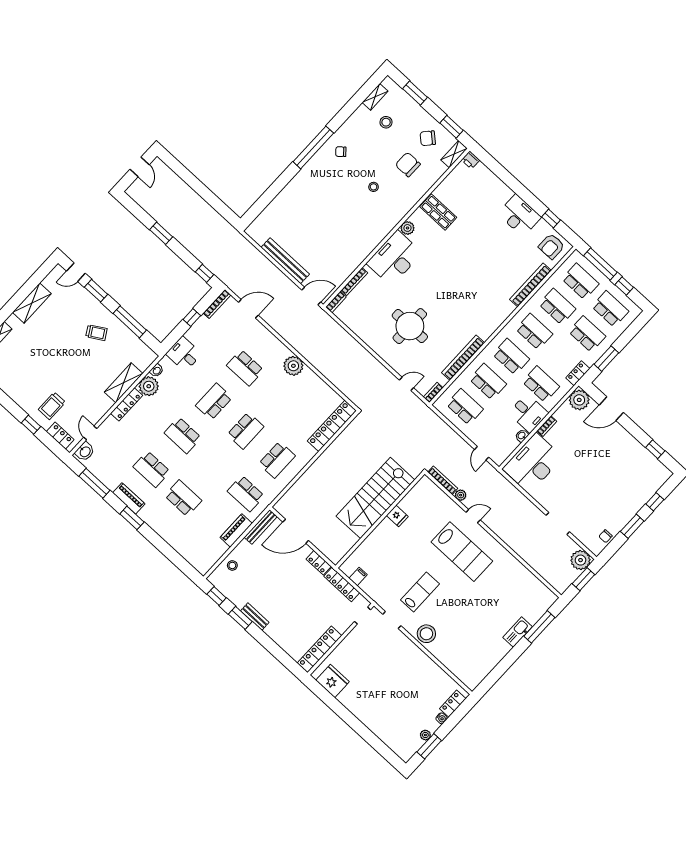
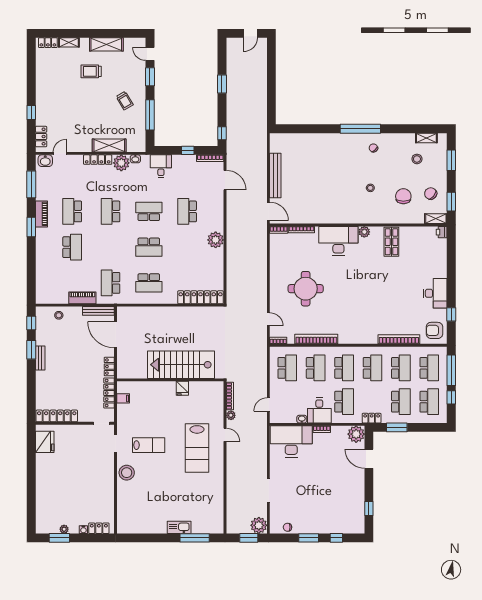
trolley: (52, 406) -> (91, 71), moved

